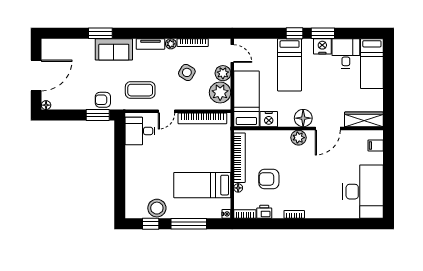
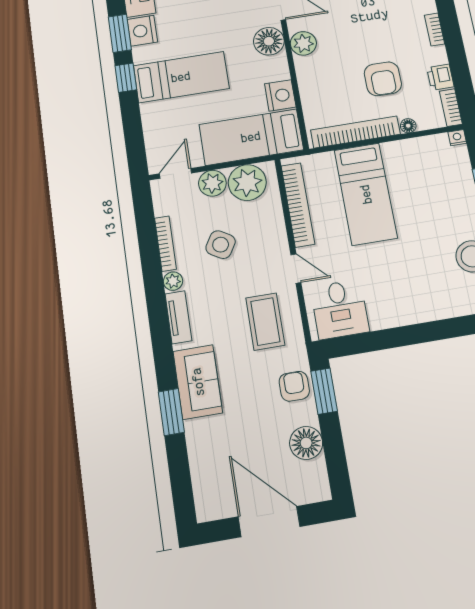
armchair: (103, 100) -> (294, 386), turned 180
floor lamp: (46, 105) -> (306, 443), moved, width x1.89, depth x1.89
bed: (202, 185) -> (366, 194), moved

